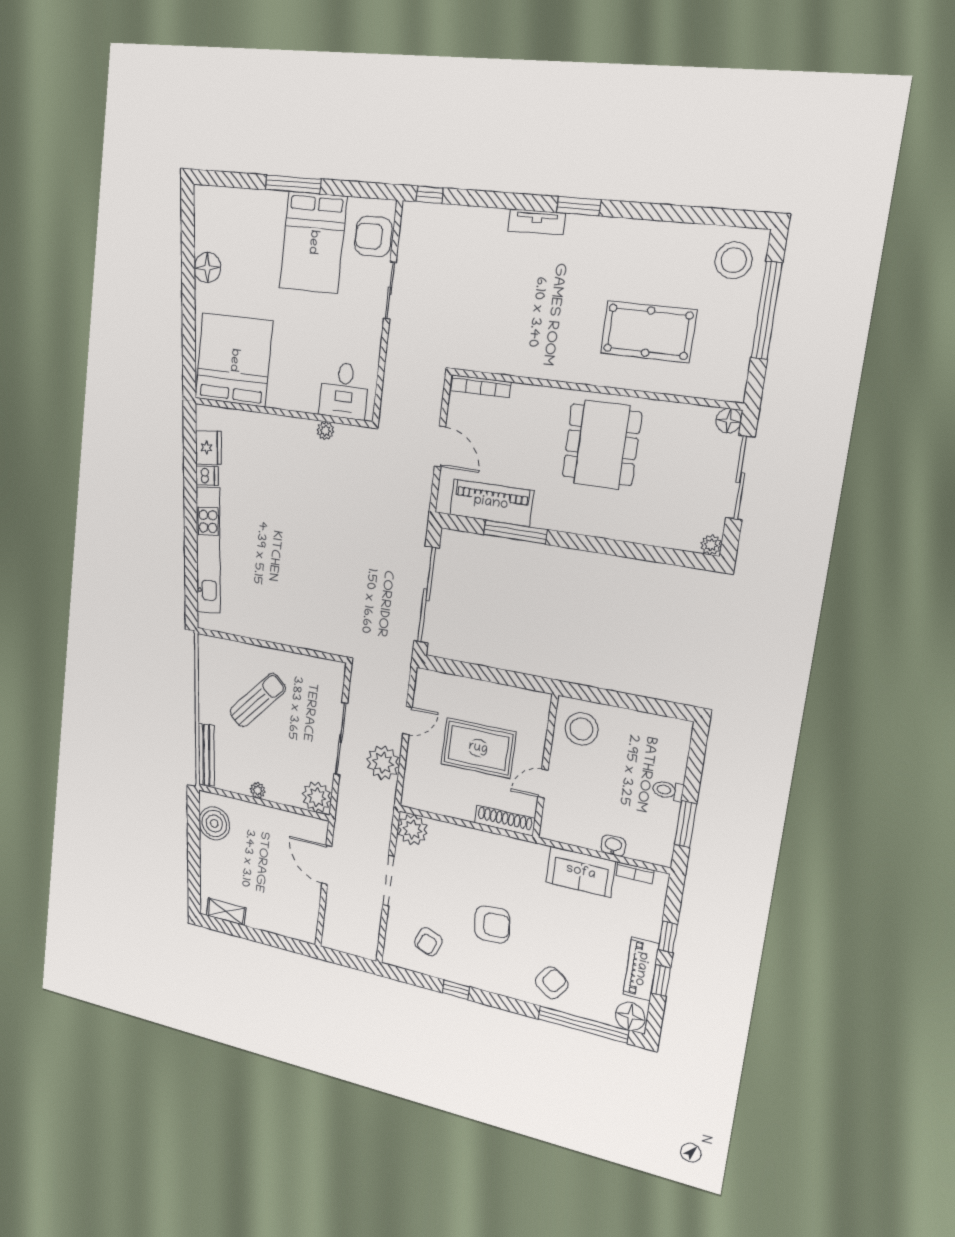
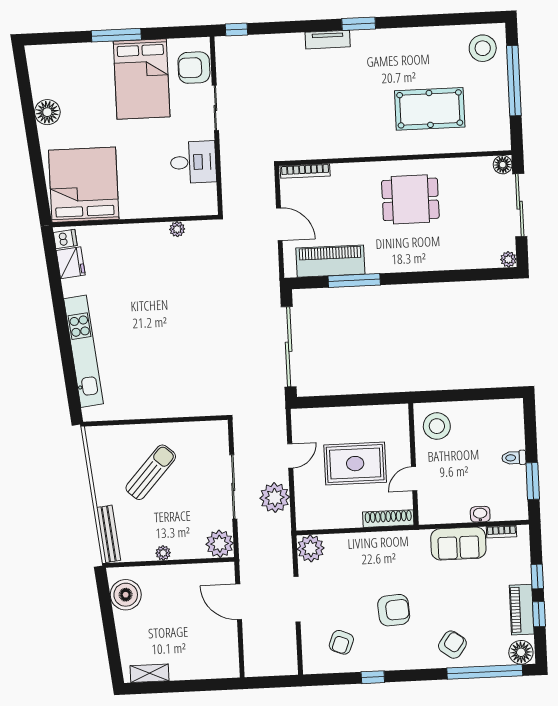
desk: (344, 391) -> (193, 162), moved, turned -90
dining table: (602, 445) -> (410, 199), width x0.73
dishwasher: (207, 476) -> (65, 239), moved

